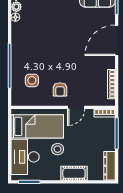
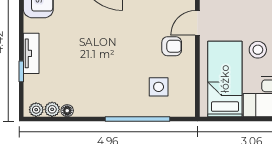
door: (76, 107) -> (197, 23), swing flipped

